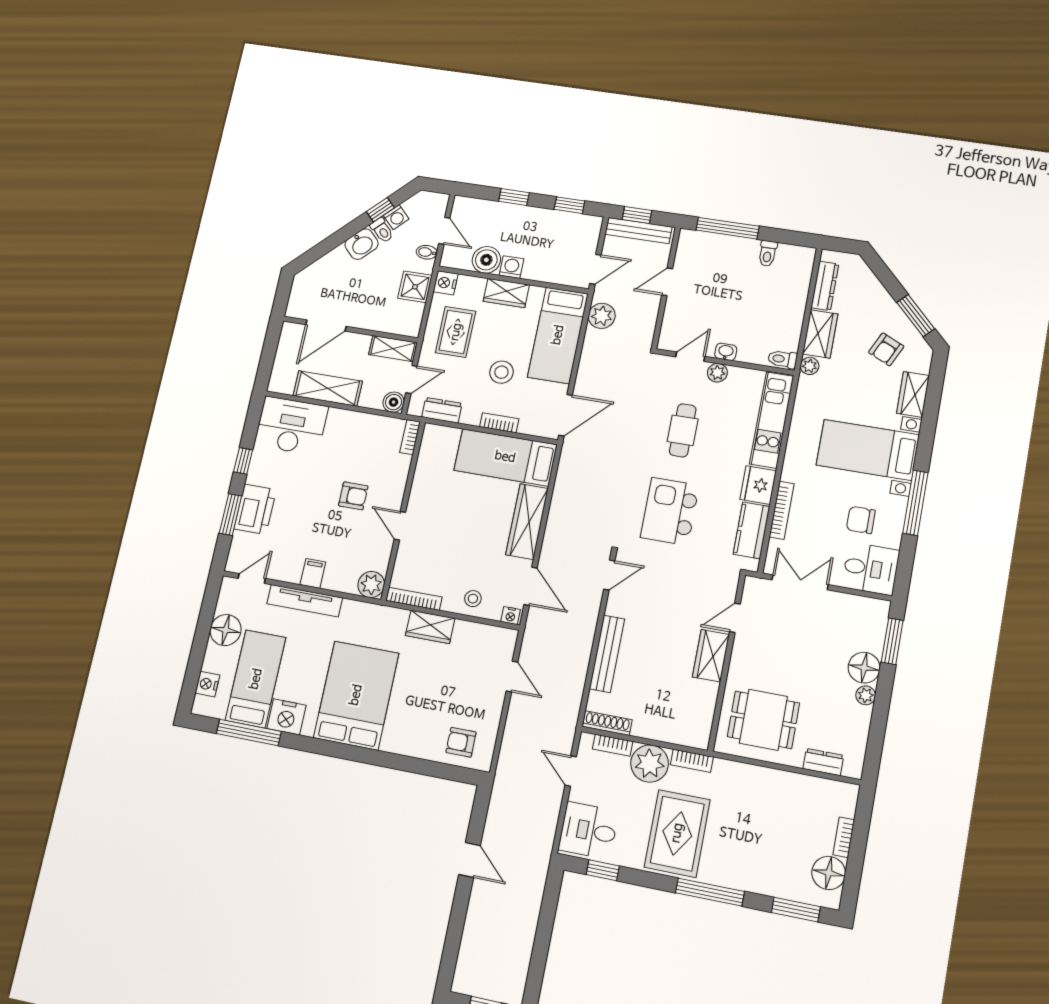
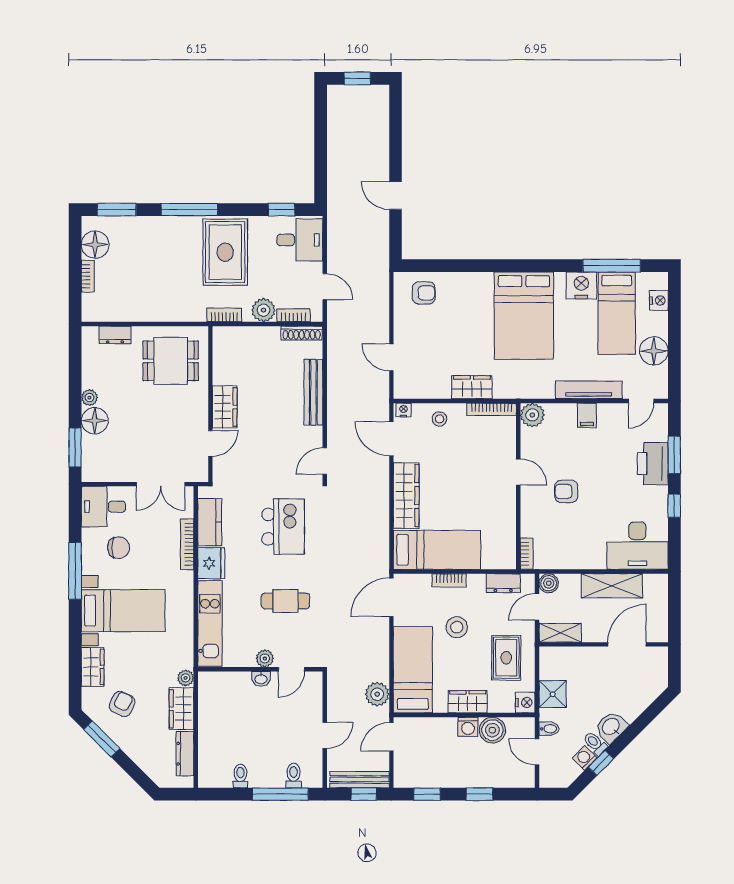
toilet: (782, 359) -> (294, 775), moved, turned -90
cafe table: (683, 430) -> (285, 601), turned 90
plant: (650, 764) -> (264, 310), width x0.73, depth x0.73

